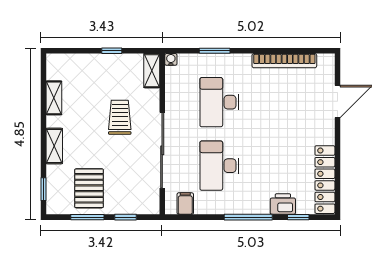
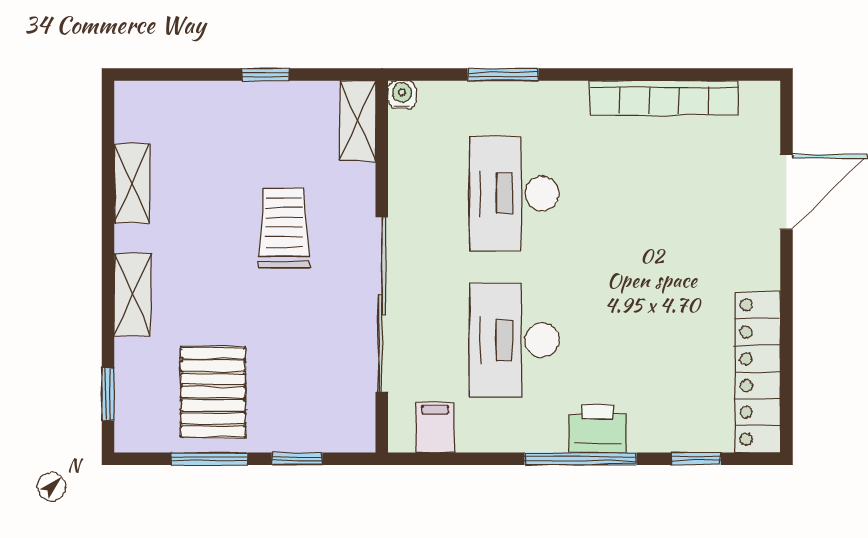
printer: (283, 204) -> (598, 429), moved

